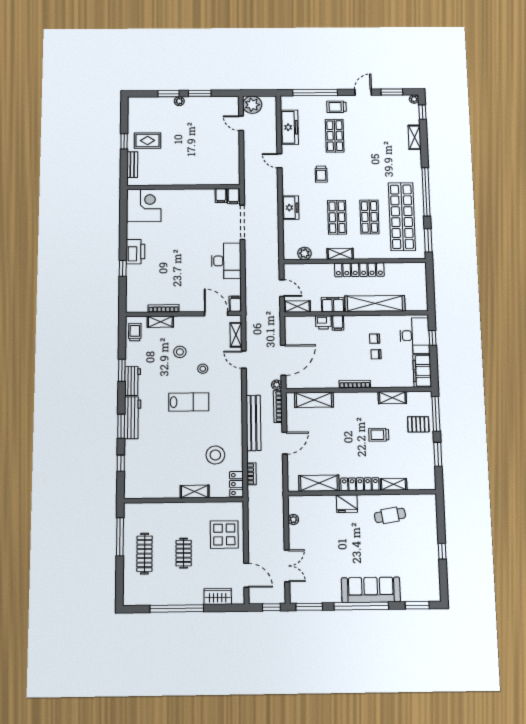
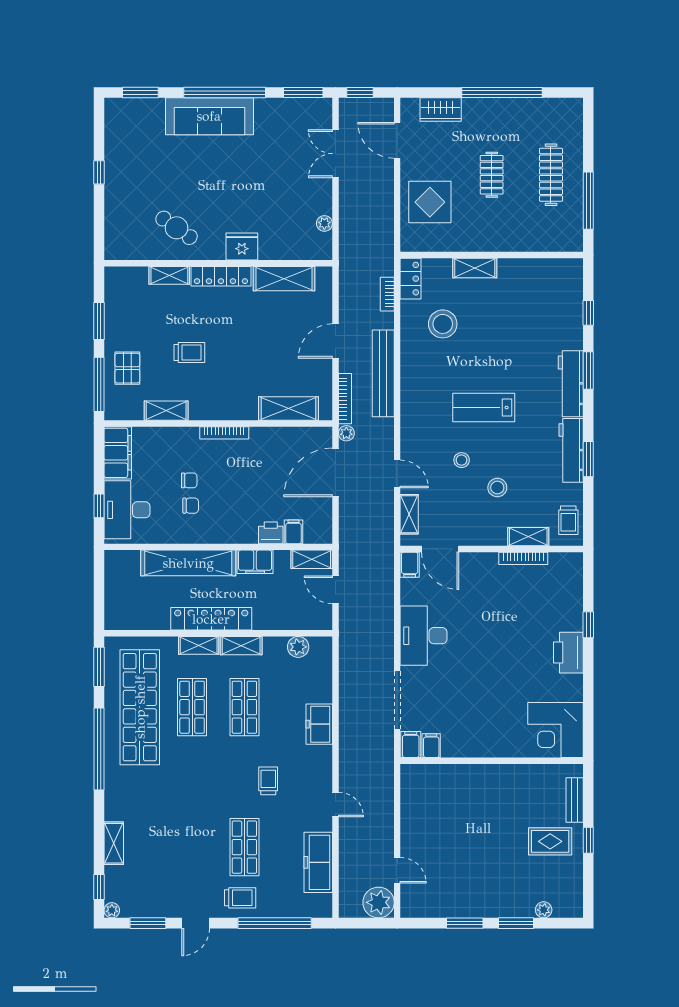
plant: (179, 101) -> (544, 910), moved
shelving: (367, 254) -> (199, 645), added
filing cabinet: (338, 323) -> (293, 532), moved
workbench: (133, 381) -> (571, 450), width x1.38
pallet: (418, 424) -> (127, 368), turned 90
cafe table: (390, 515) -> (177, 228), turned 44

